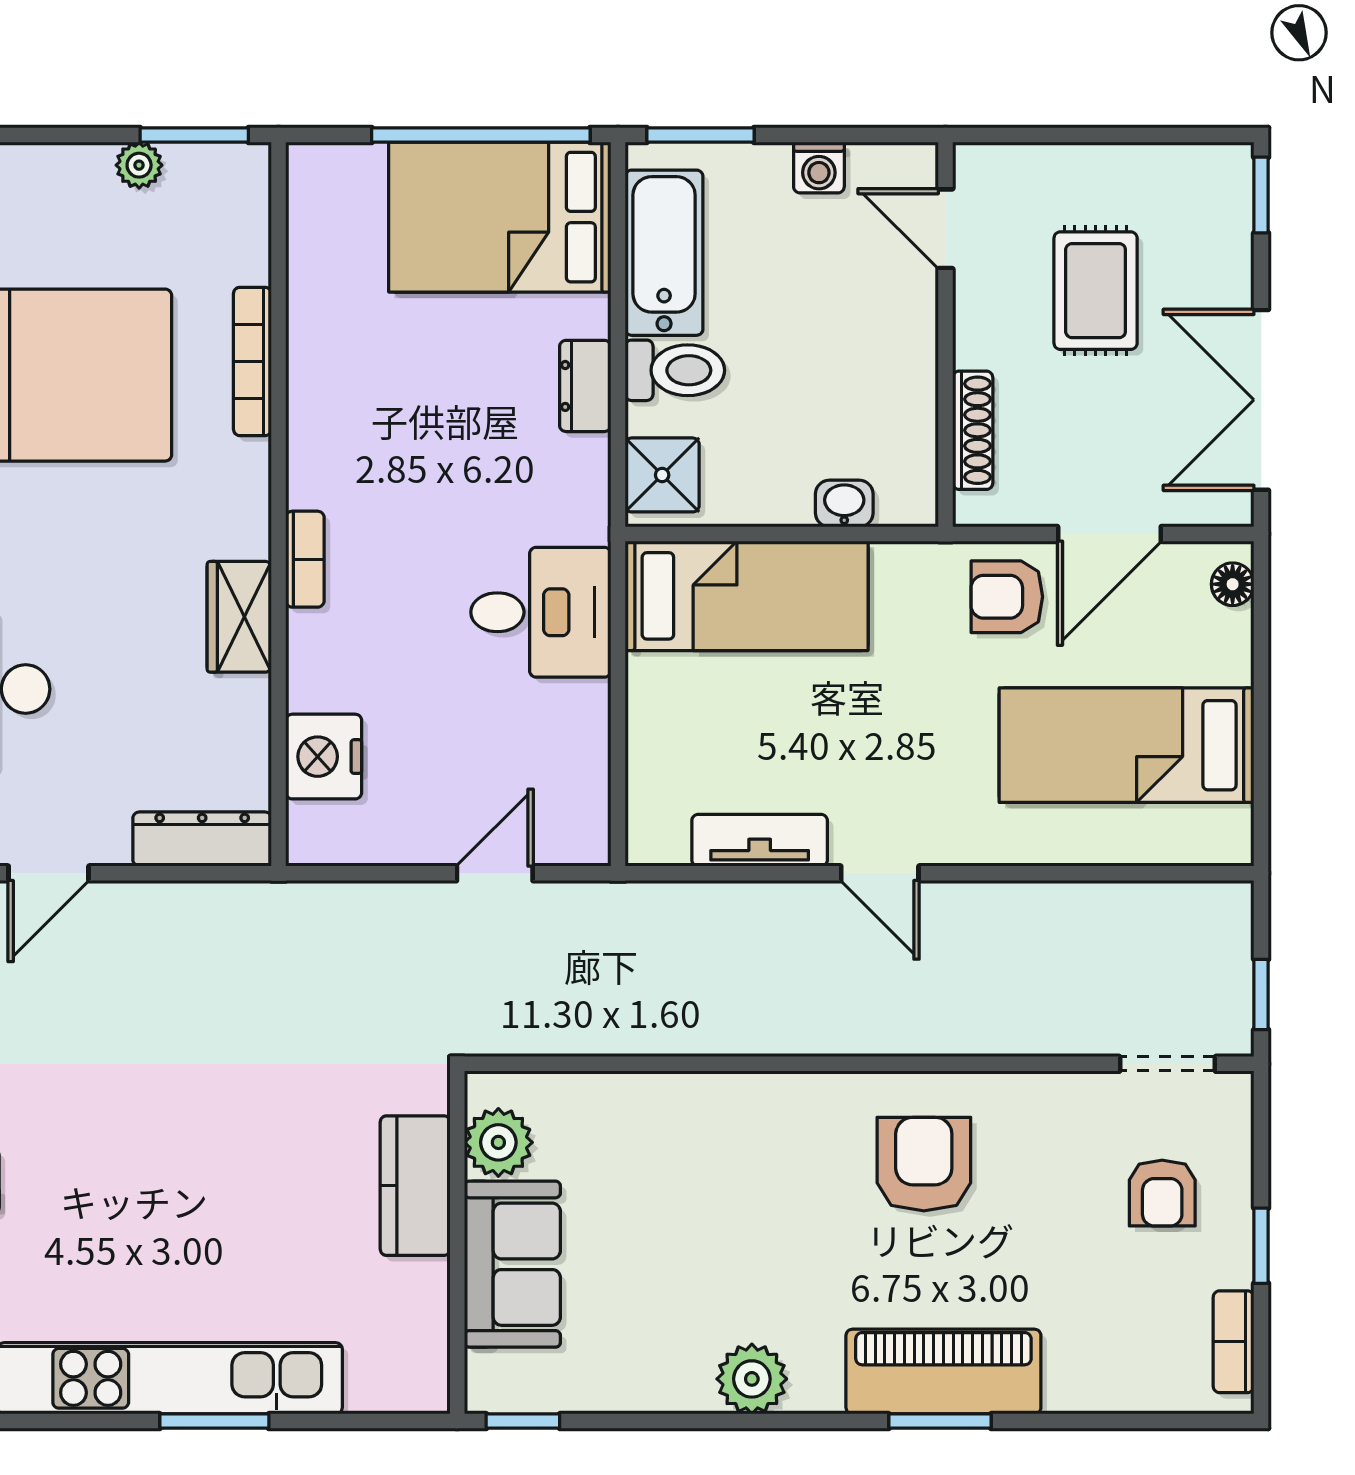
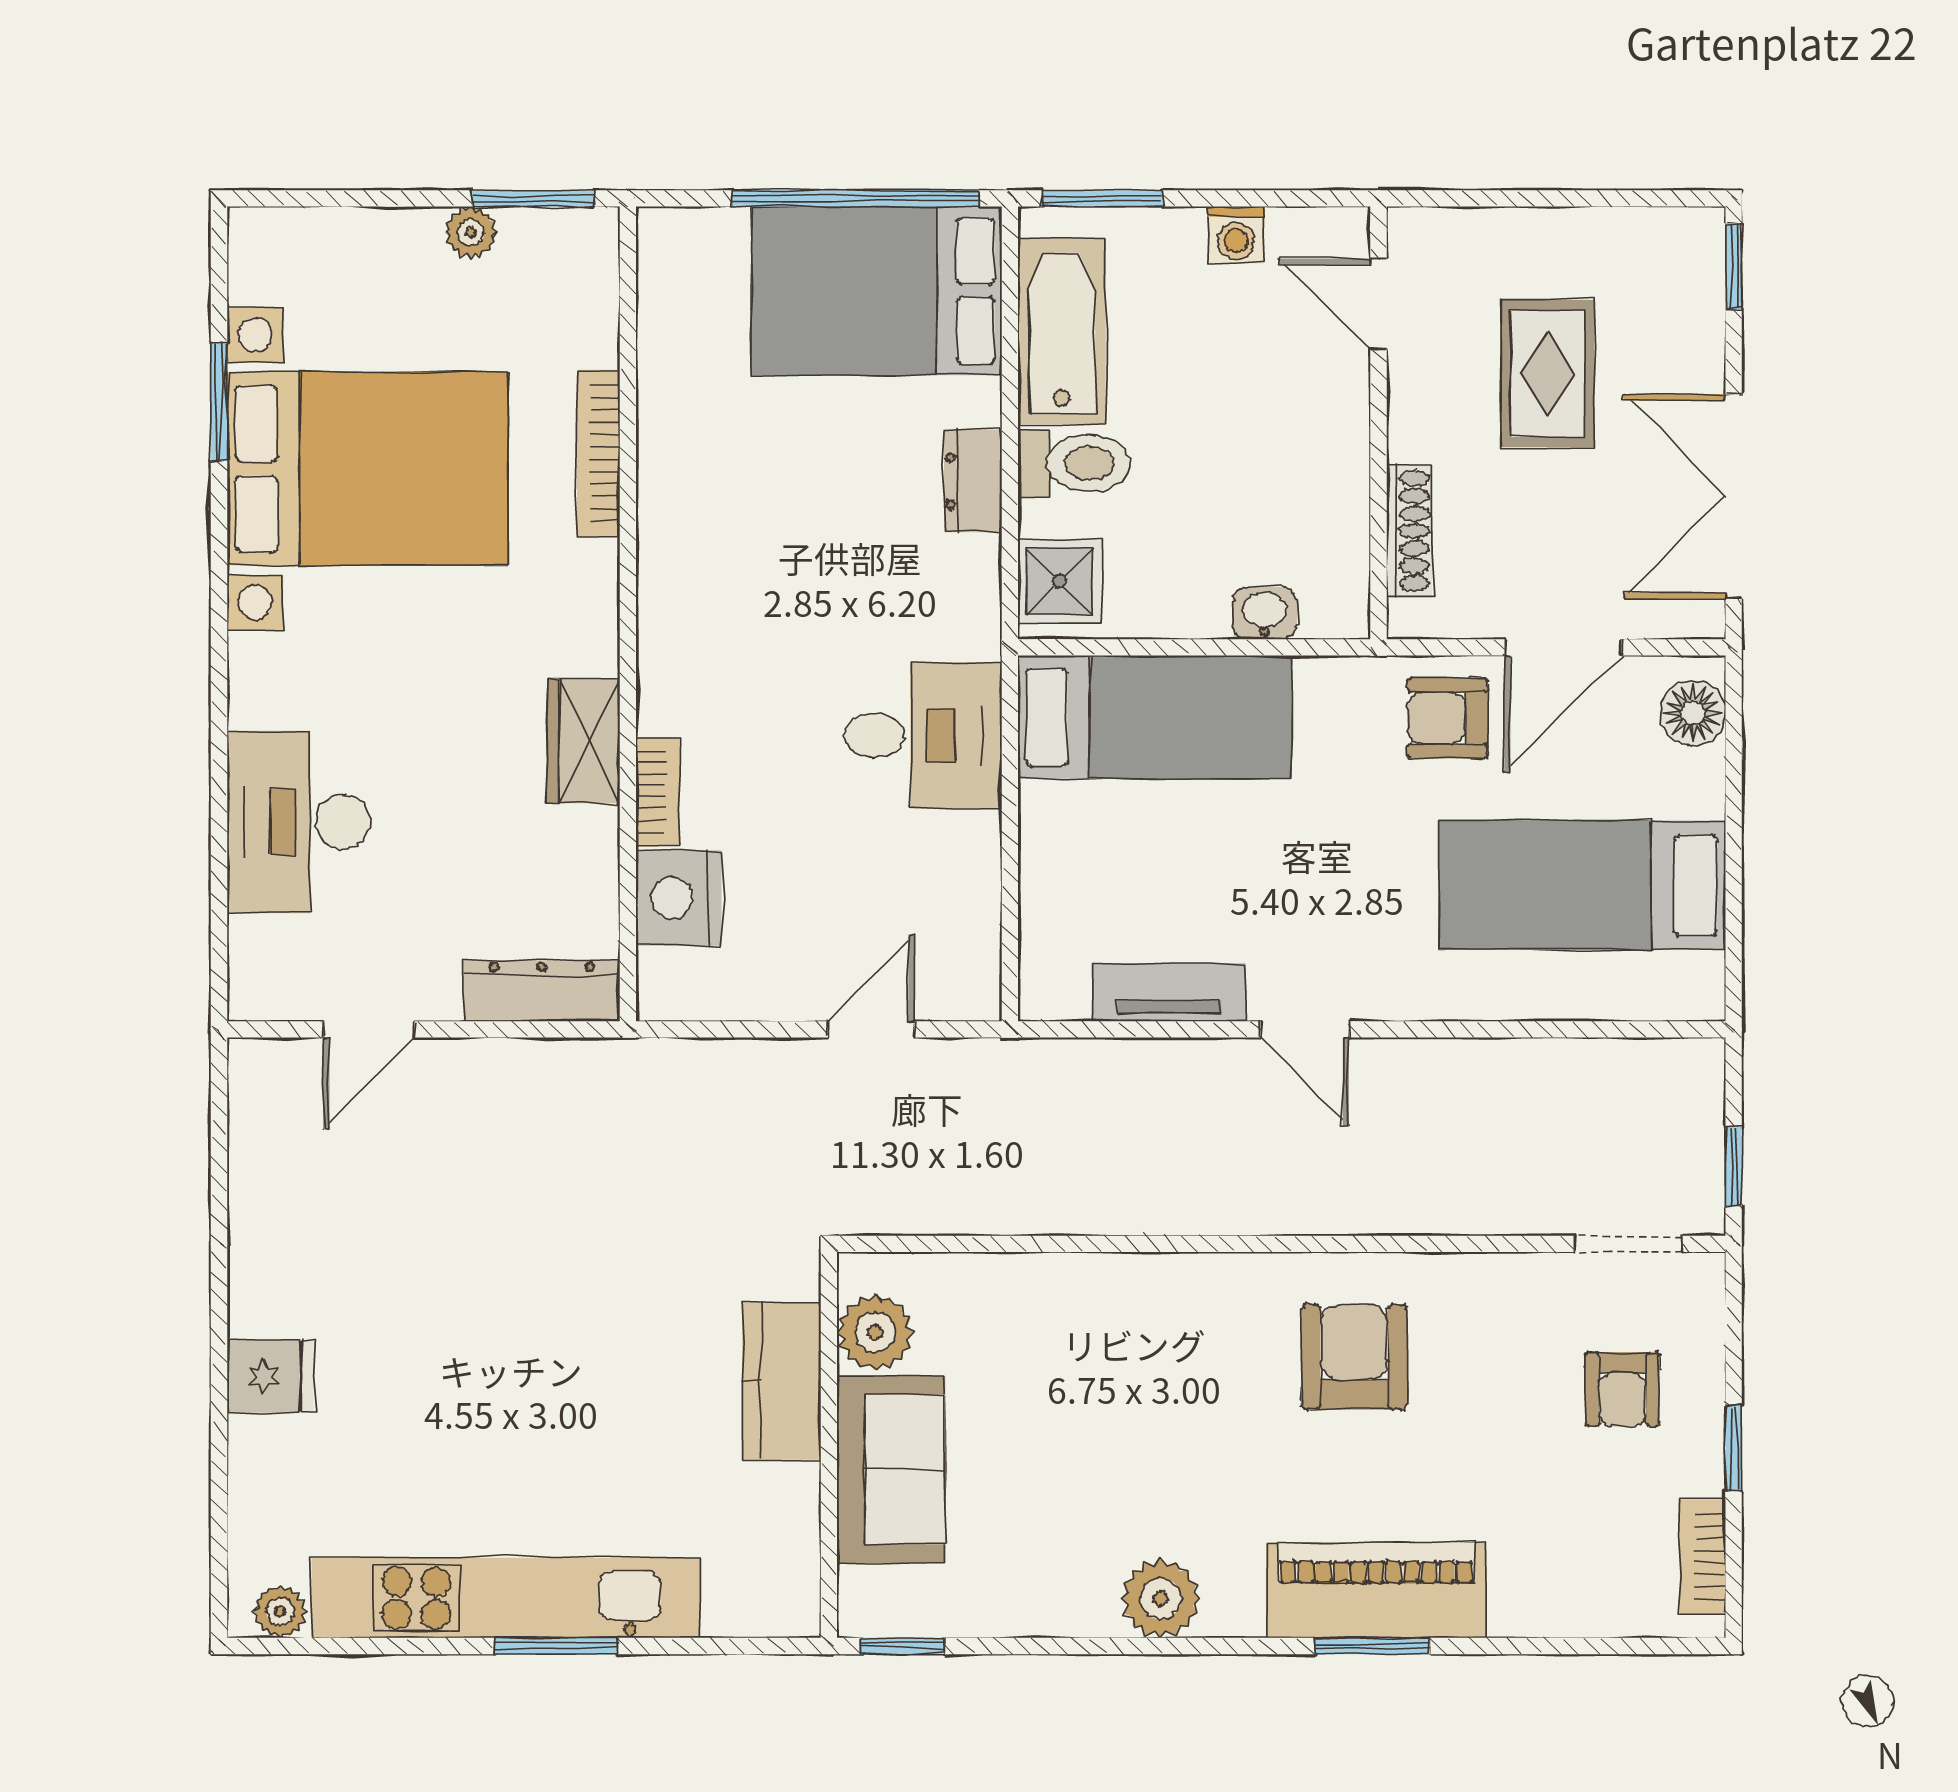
bookcase: (305, 559) -> (657, 791), moved
floor lamp: (1233, 584) -> (1693, 713), width x1.37, depth x1.37

